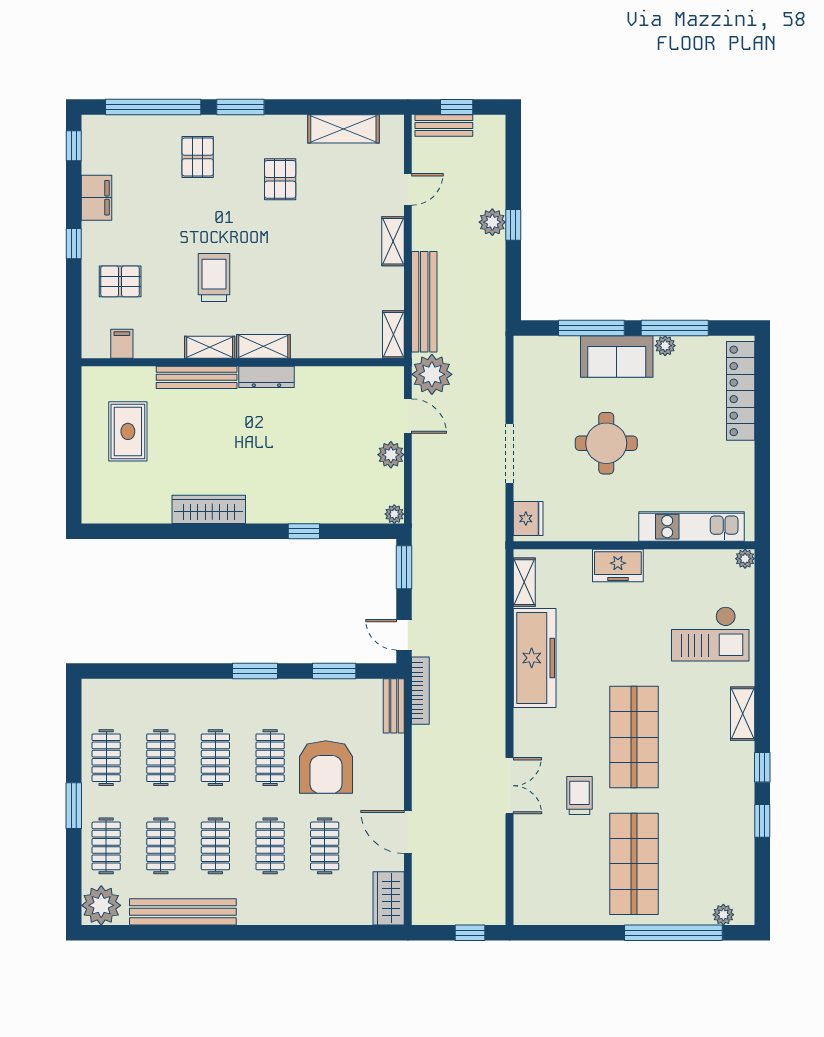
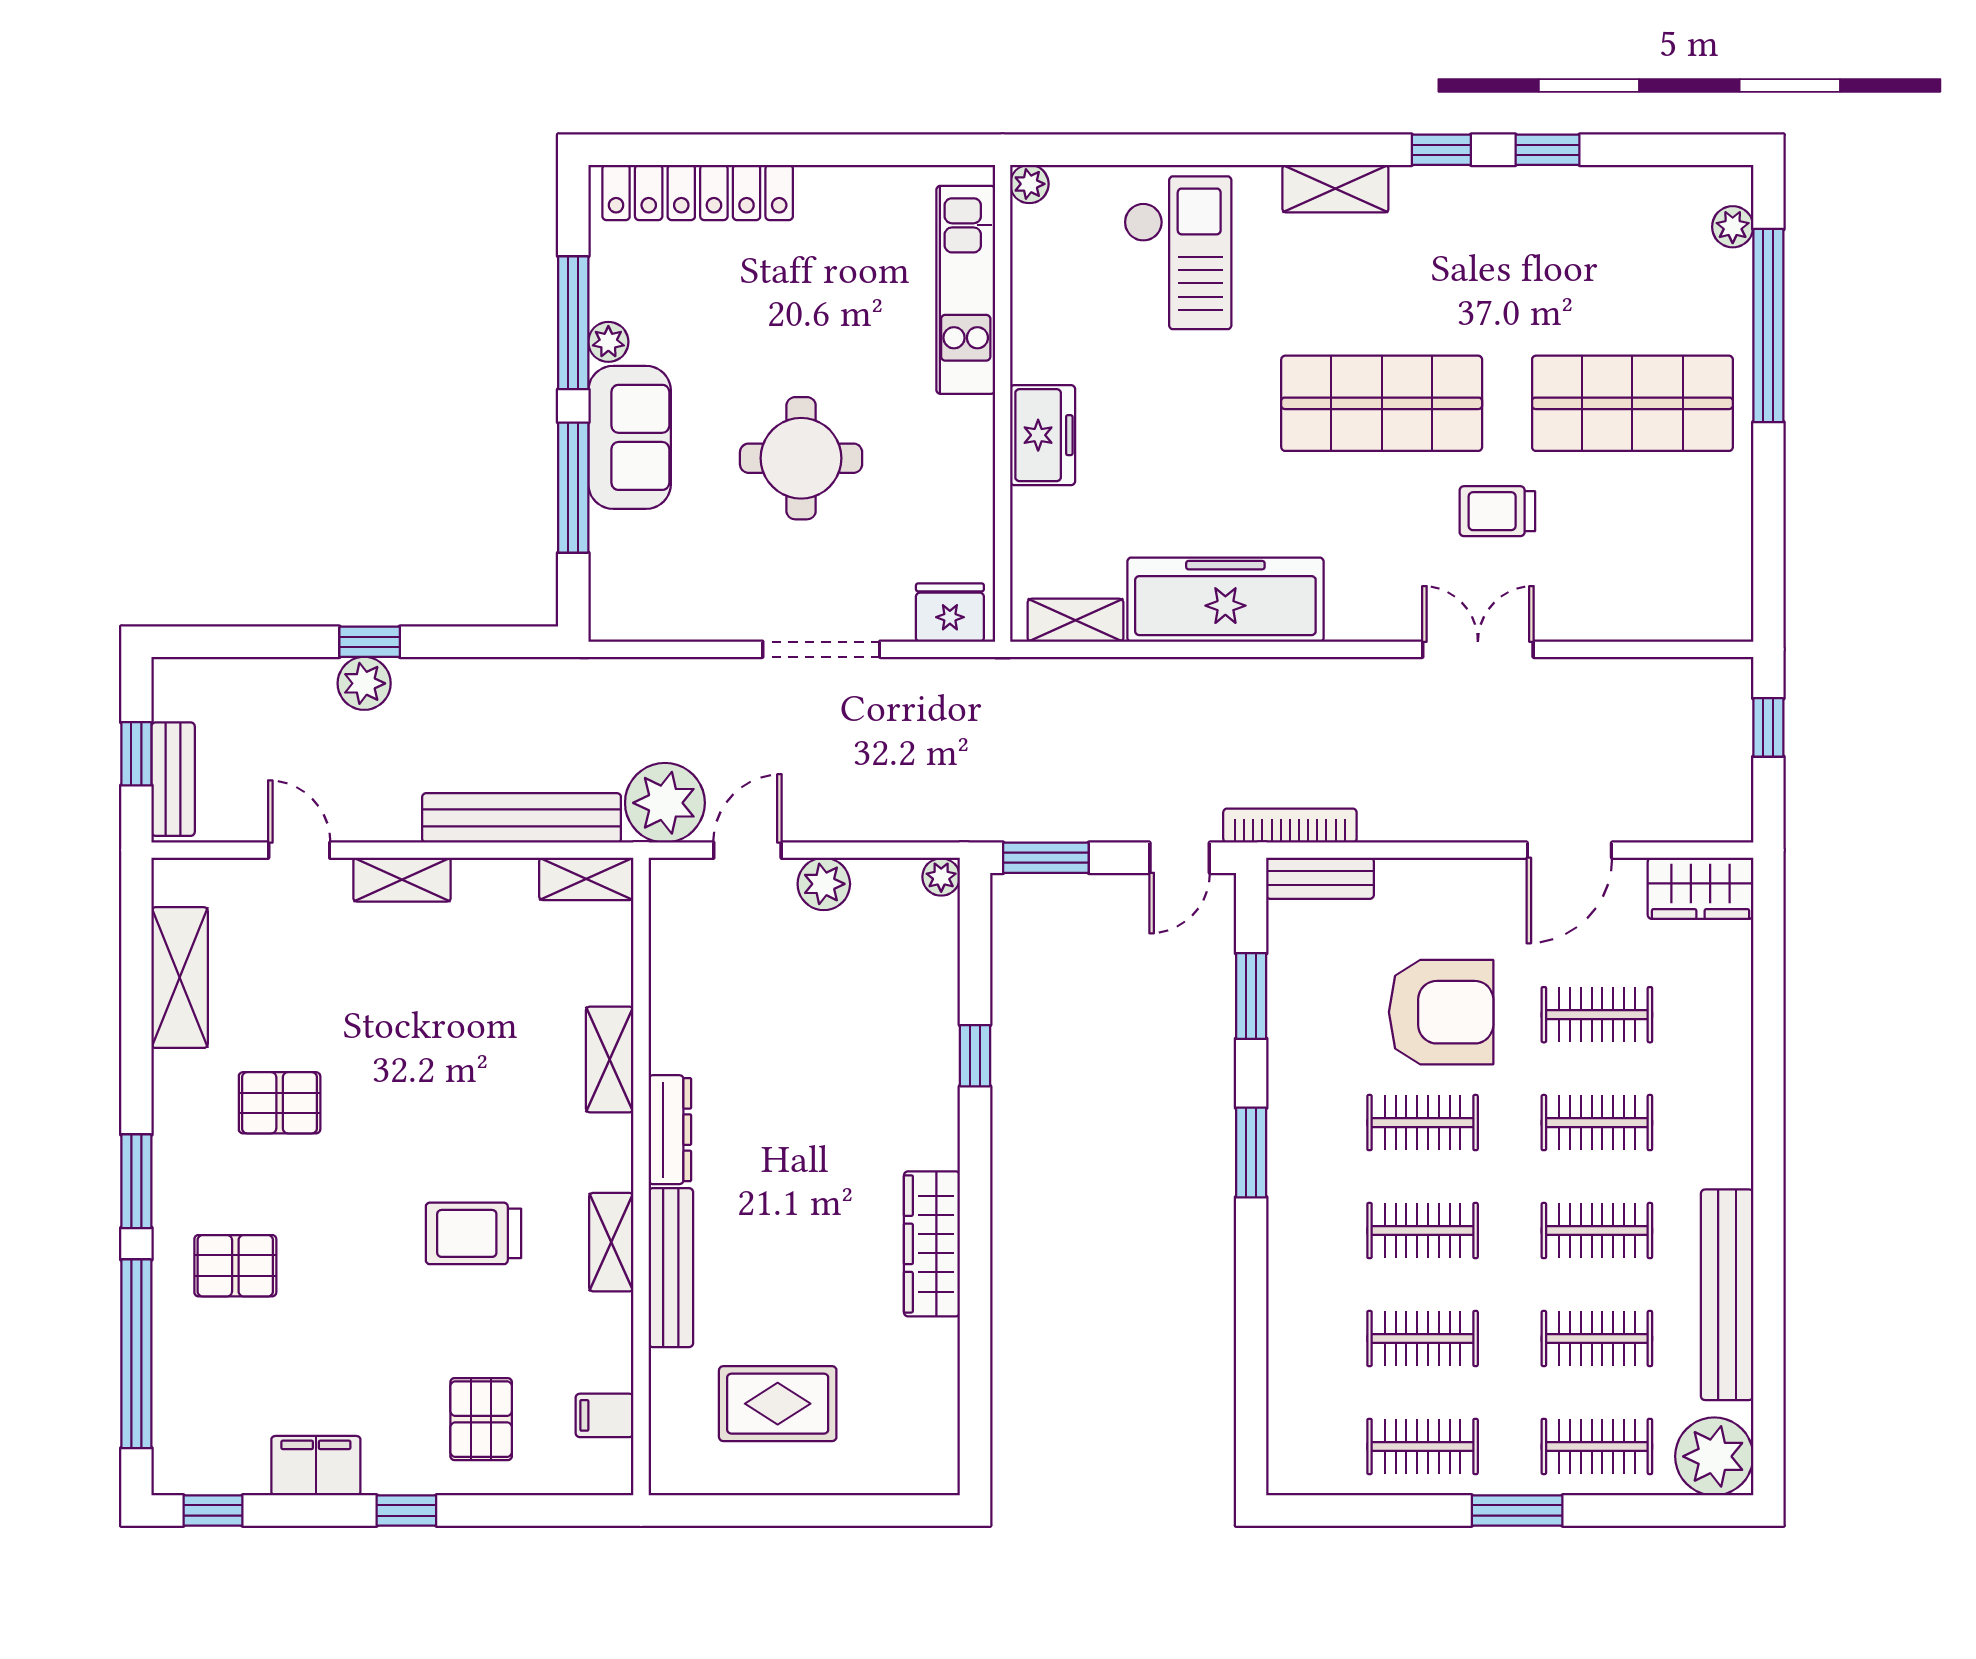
shelving: (263, 346) -> (610, 1059), moved

